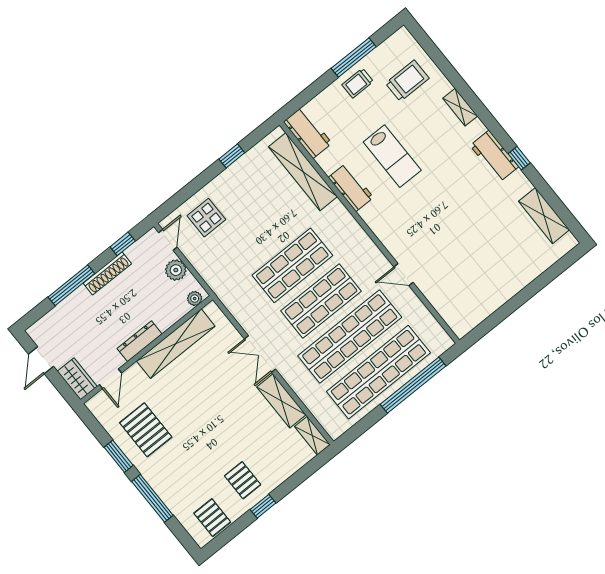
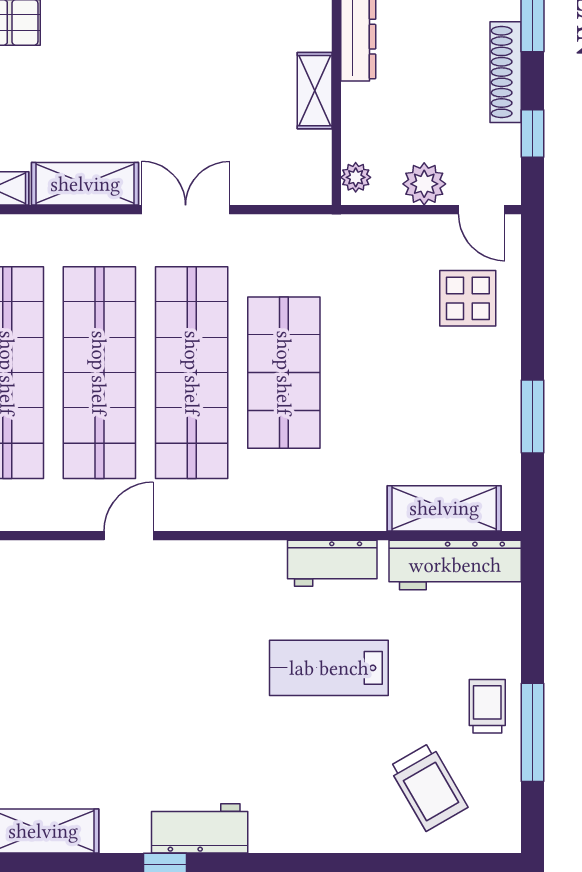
trolley: (407, 81) -> (428, 787), turned -30
shelving: (460, 107) -> (320, 837), removed
workbench: (308, 133) -> (455, 565), width x1.37
window: (232, 156) -> (533, 417), width x1.50
shelving: (303, 172) -> (444, 508), width x0.68
shop shelf: (321, 301) -> (192, 373), width x1.40
shelving: (176, 344) -> (315, 91), width x0.45, depth x0.75

